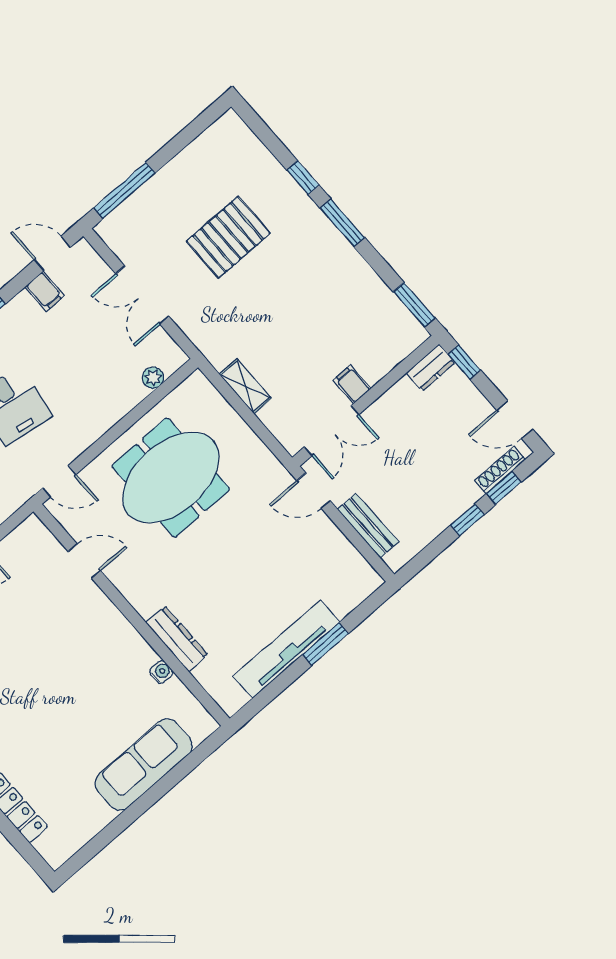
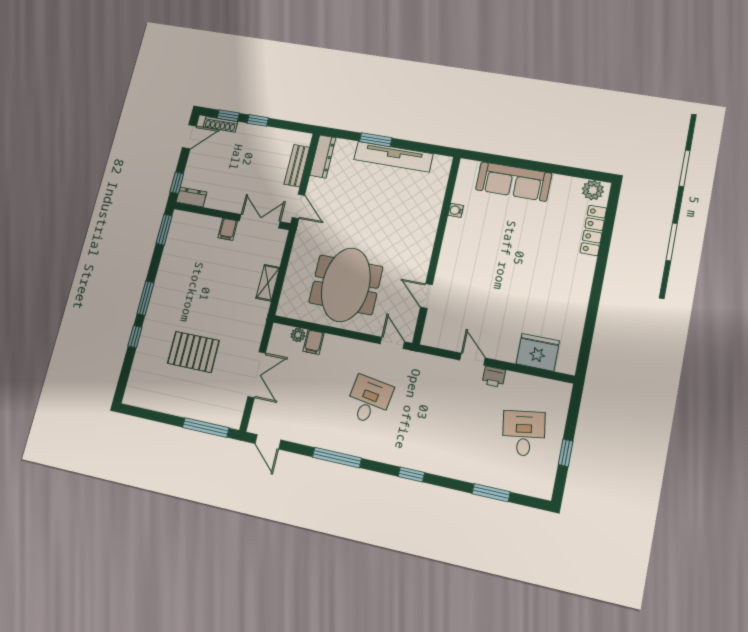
filing cabinet: (45, 291) -> (313, 342), moved, turned 180
door: (515, 420) -> (189, 137), hinge flipped
meeting table: (171, 478) -> (346, 285), turned 90
dresser: (177, 639) -> (323, 157), moved, turned 180
plant: (62, 845) -> (593, 190), added

